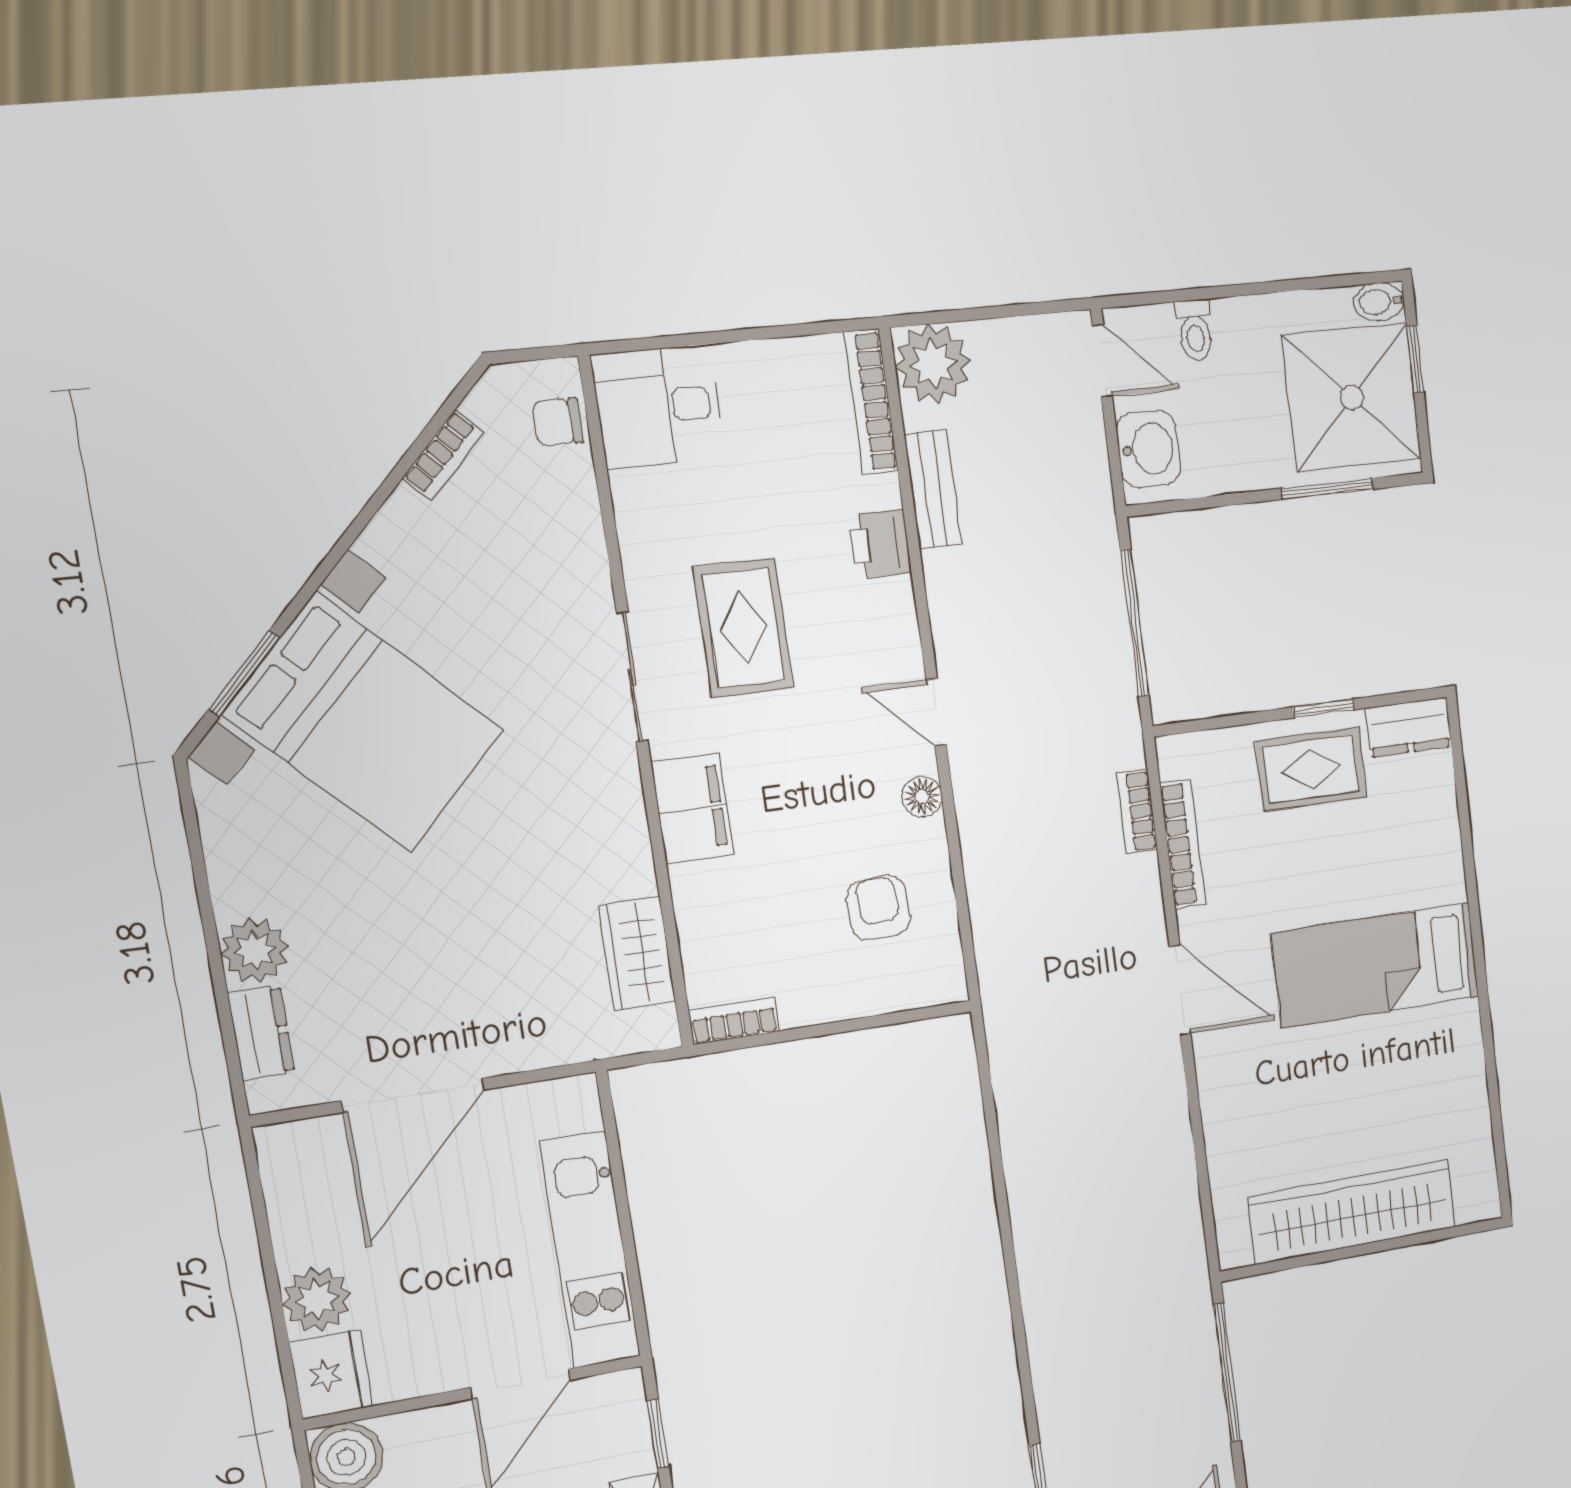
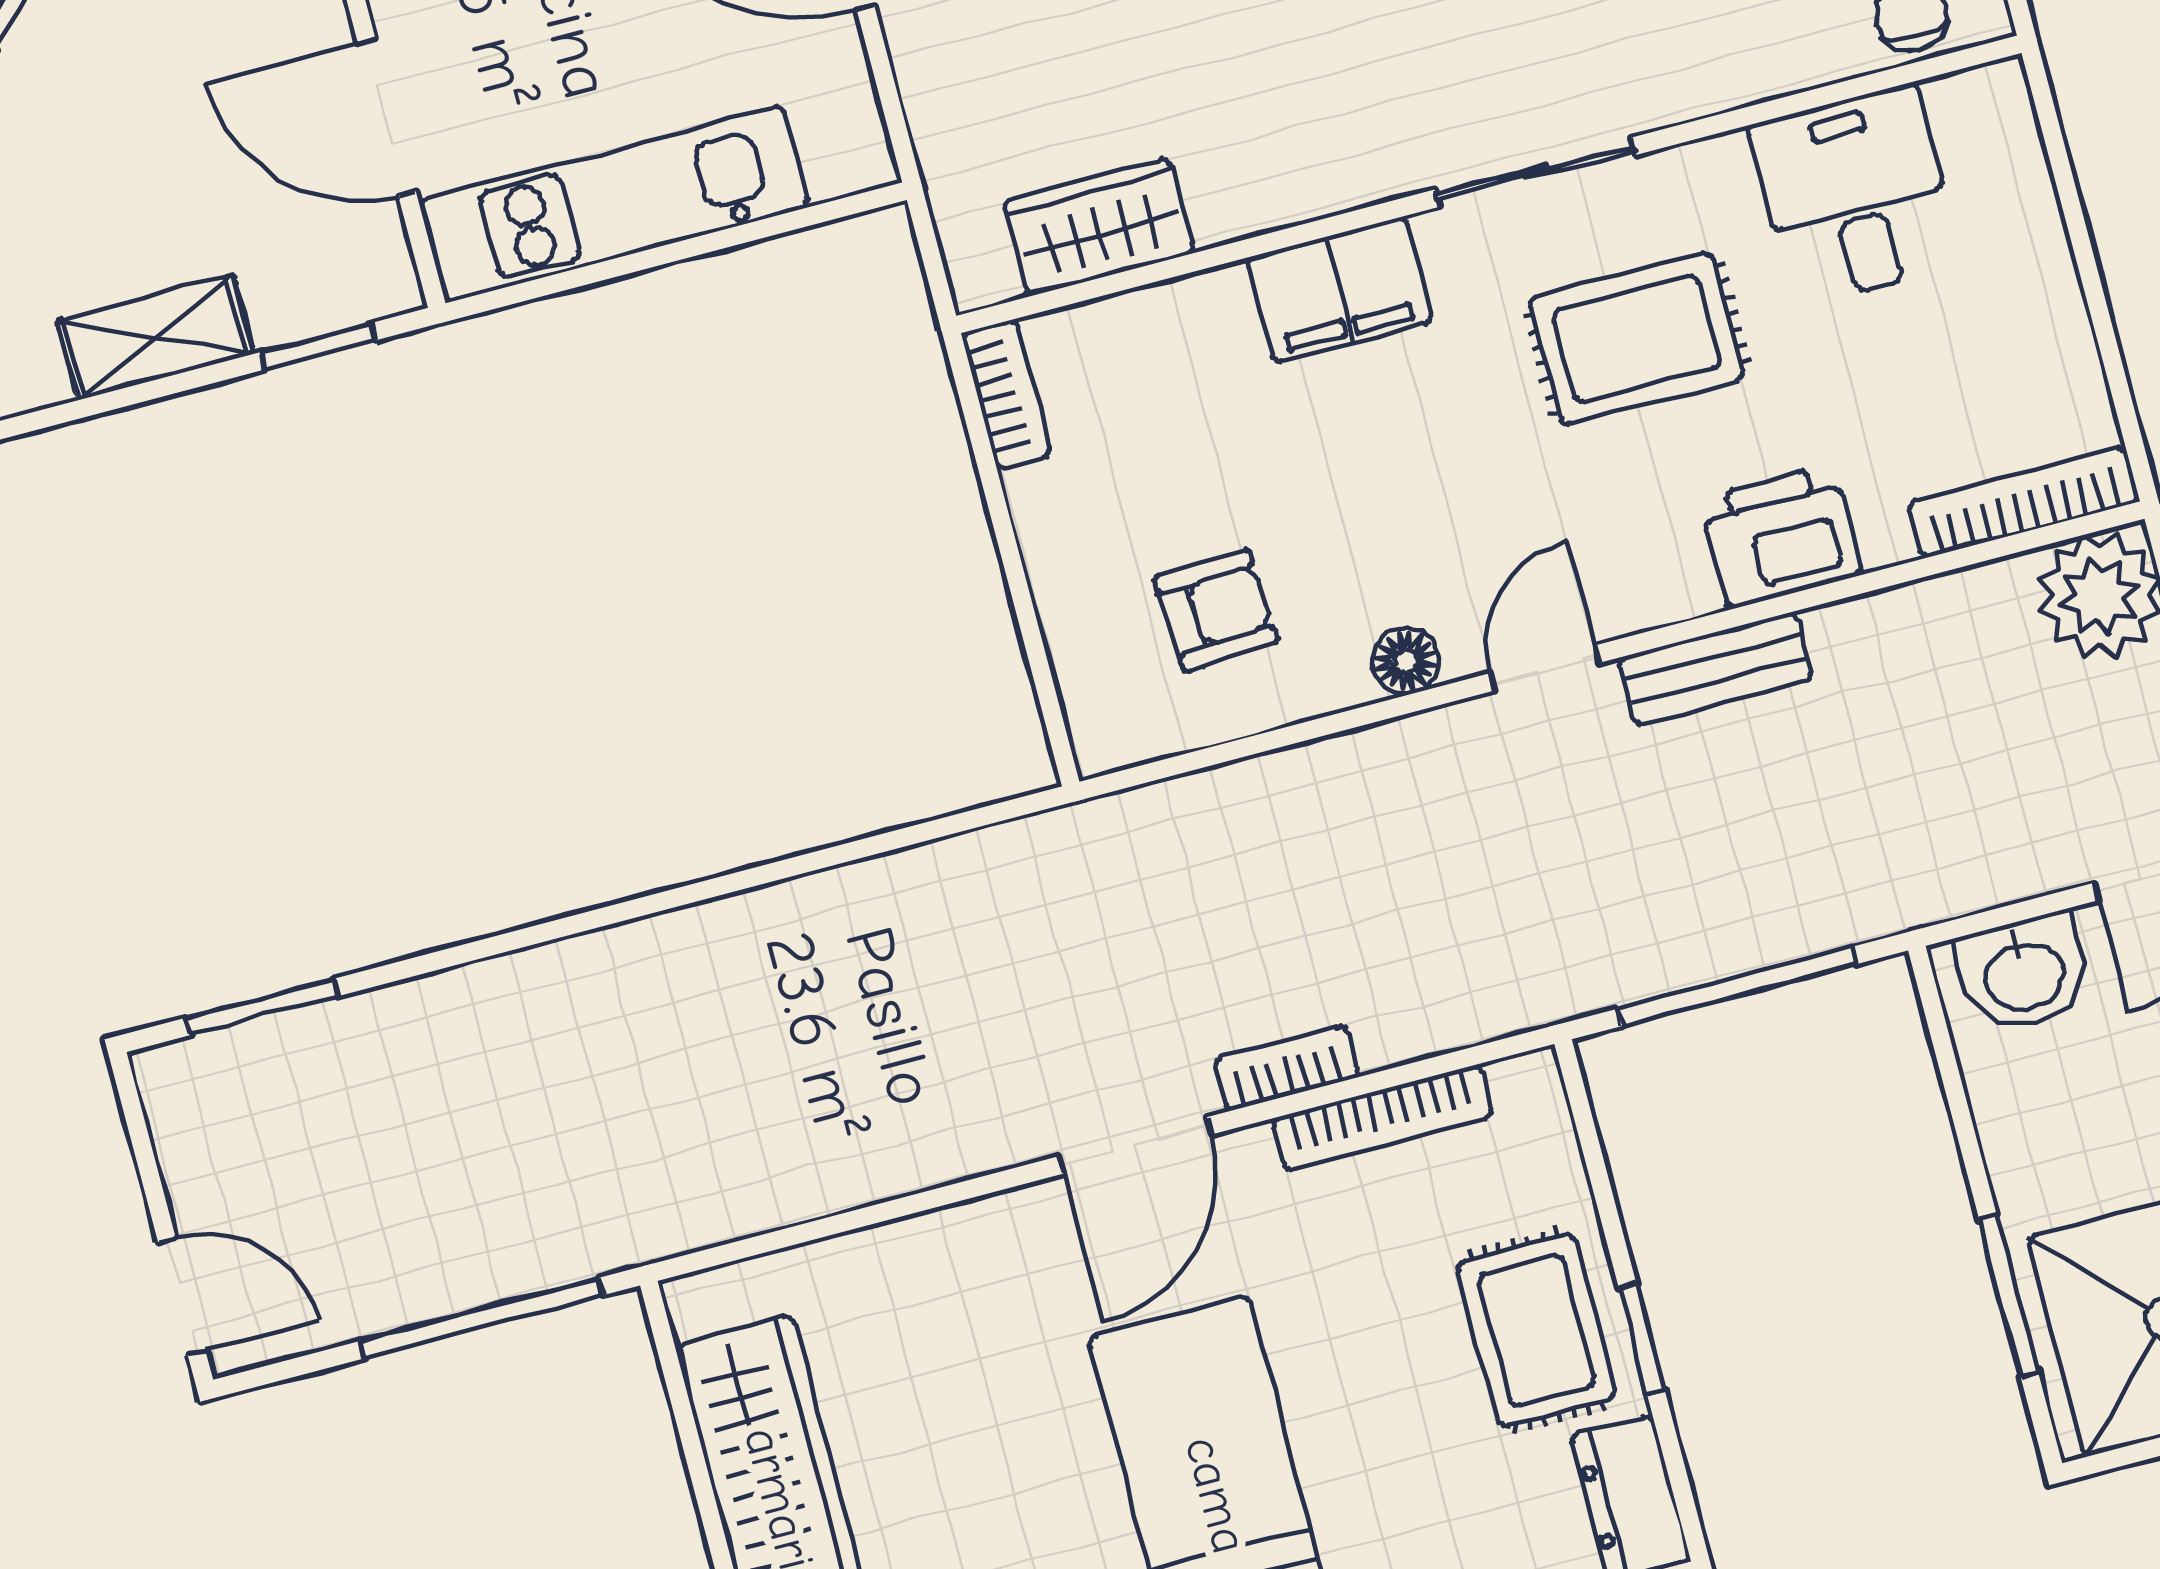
desk: (659, 406) -> (1855, 195), moved
bench: (933, 489) -> (1715, 669), moved
printer: (880, 544) -> (1781, 537), width x1.36, depth x1.24
bookcase: (1137, 812) -> (1286, 1068), moved

